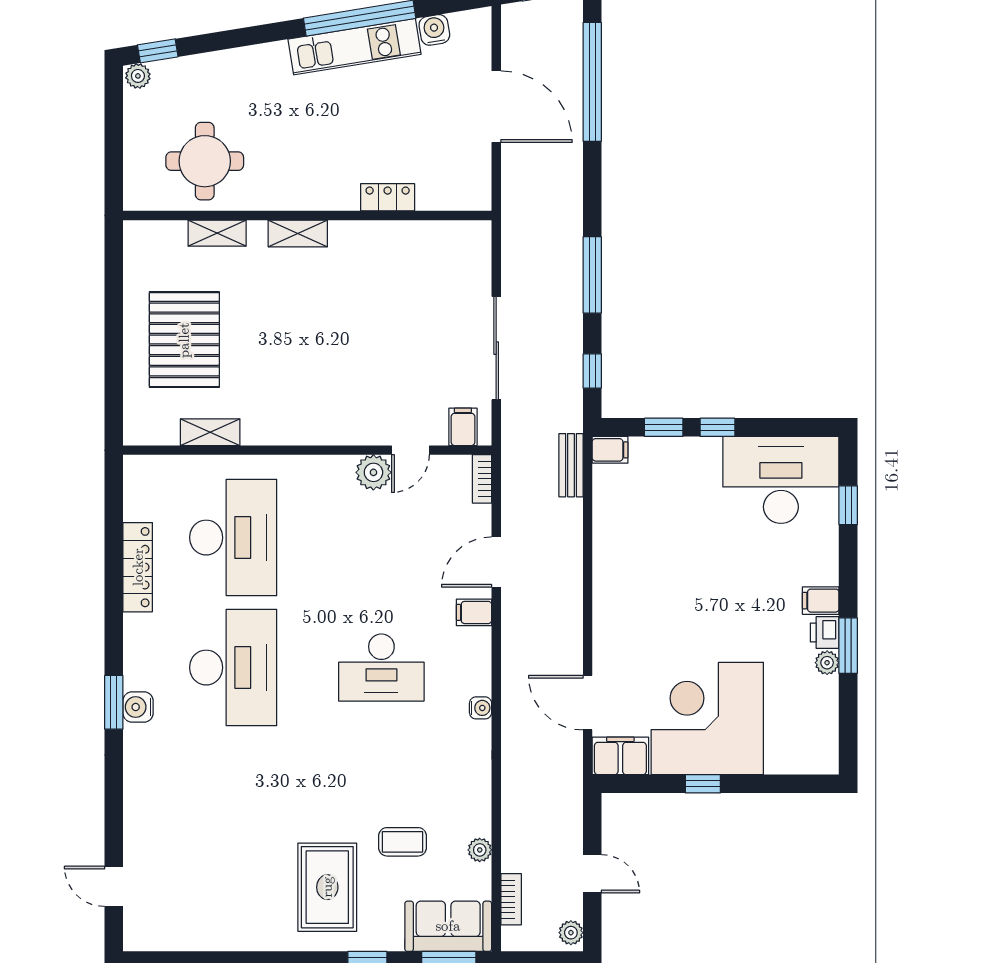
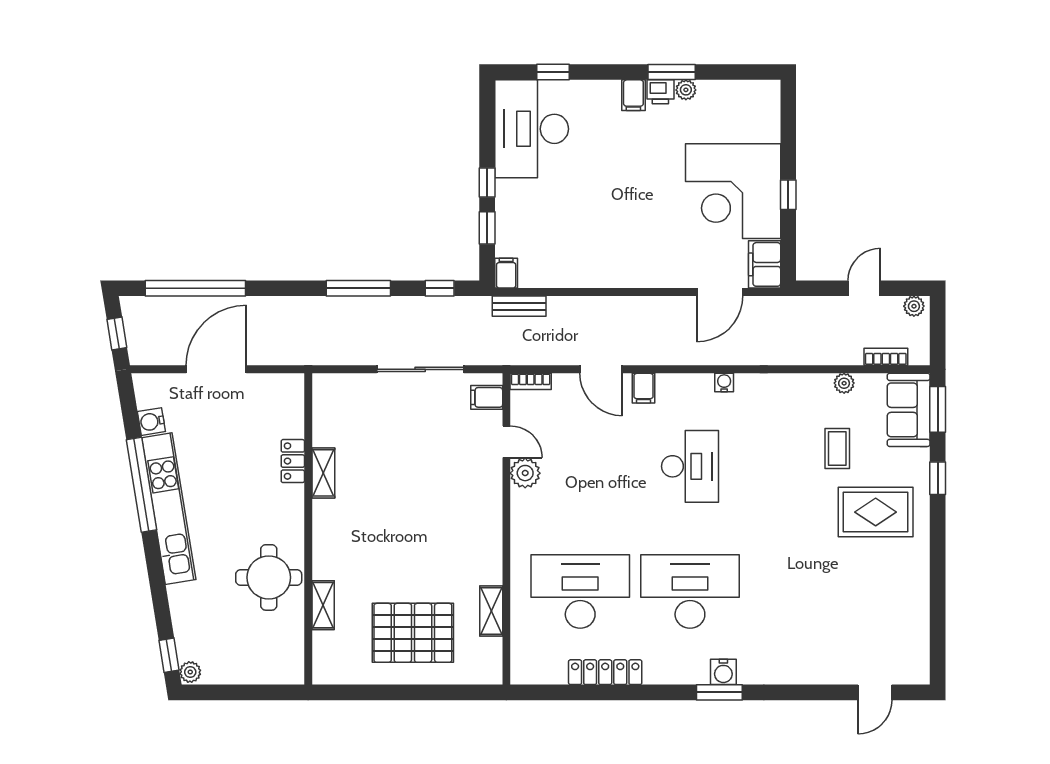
kitchen unit: (355, 47) -> (169, 509), width x1.36
round table: (205, 161) -> (269, 577), moved
shelving: (298, 233) -> (323, 473), moved

